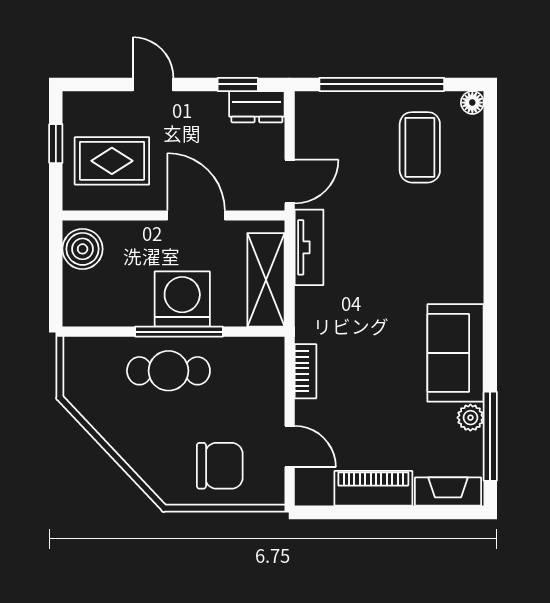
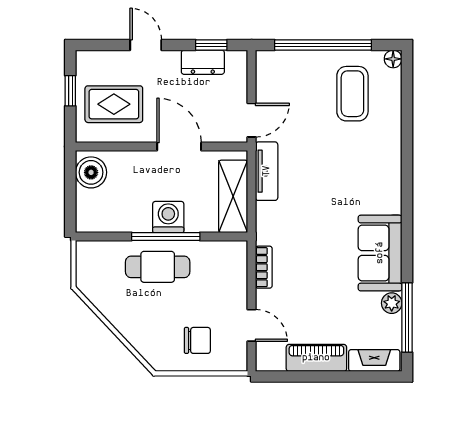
dresser: (257, 107) -> (203, 62), moved
washing machine: (182, 299) -> (168, 217), width x0.73, depth x0.73
chair: (220, 466) -> (197, 340), width x0.73, depth x0.73

